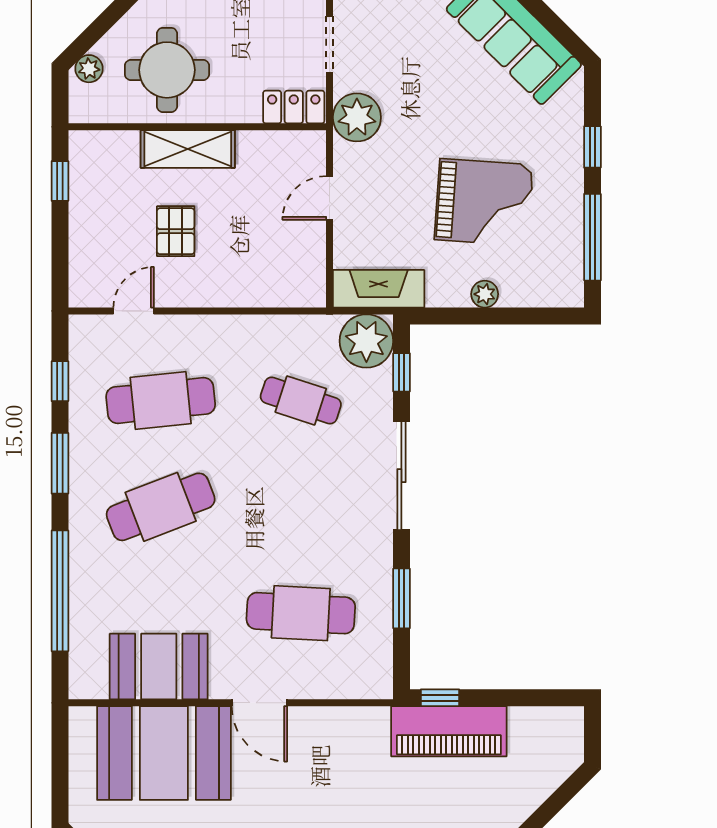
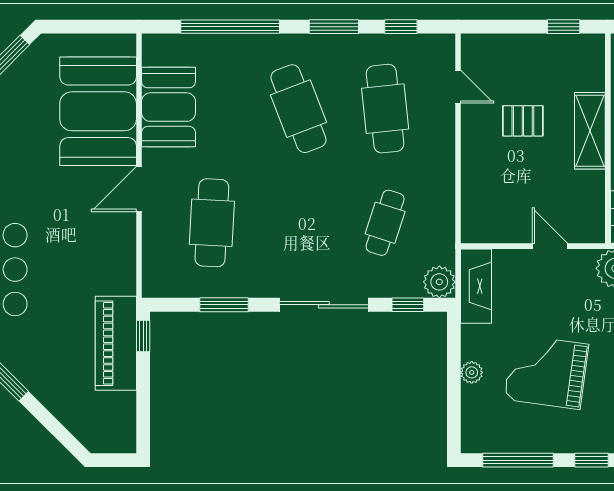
grand piano: (484, 202) -> (546, 372), turned 94
plant: (366, 341) -> (439, 282), width x0.73, depth x0.73

